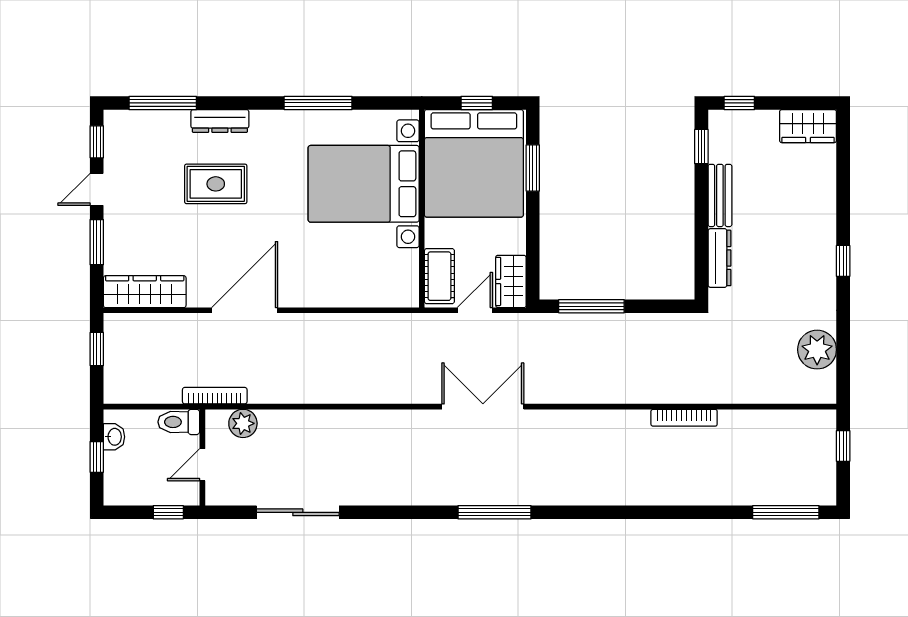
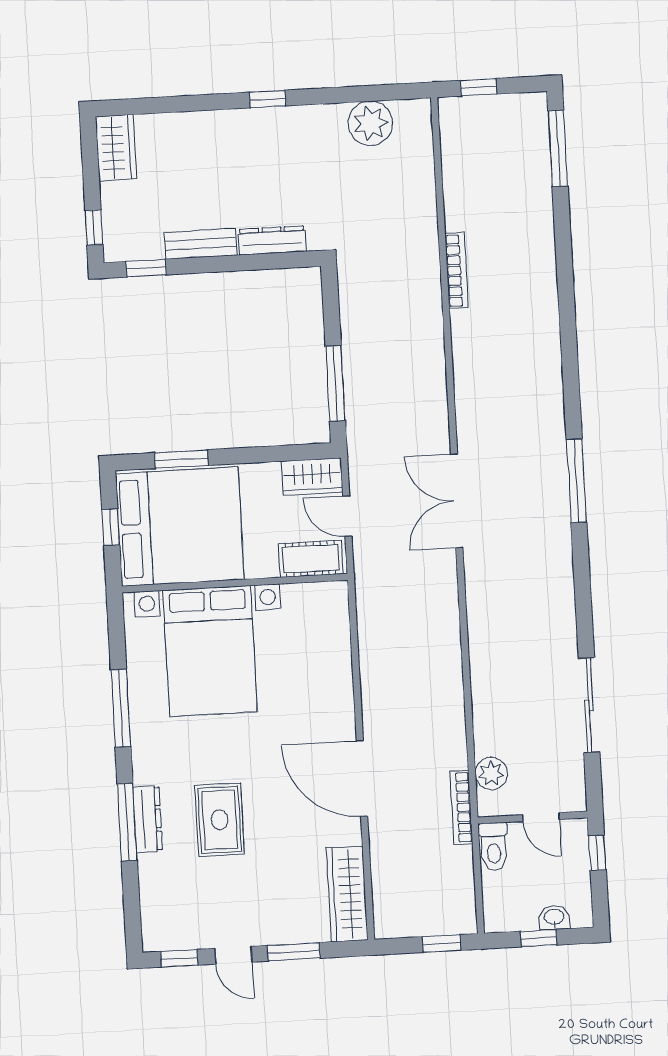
window: (163, 103) -> (127, 822), moved
window: (97, 349) -> (442, 944), moved
washbasin: (114, 437) -> (554, 917), moved

